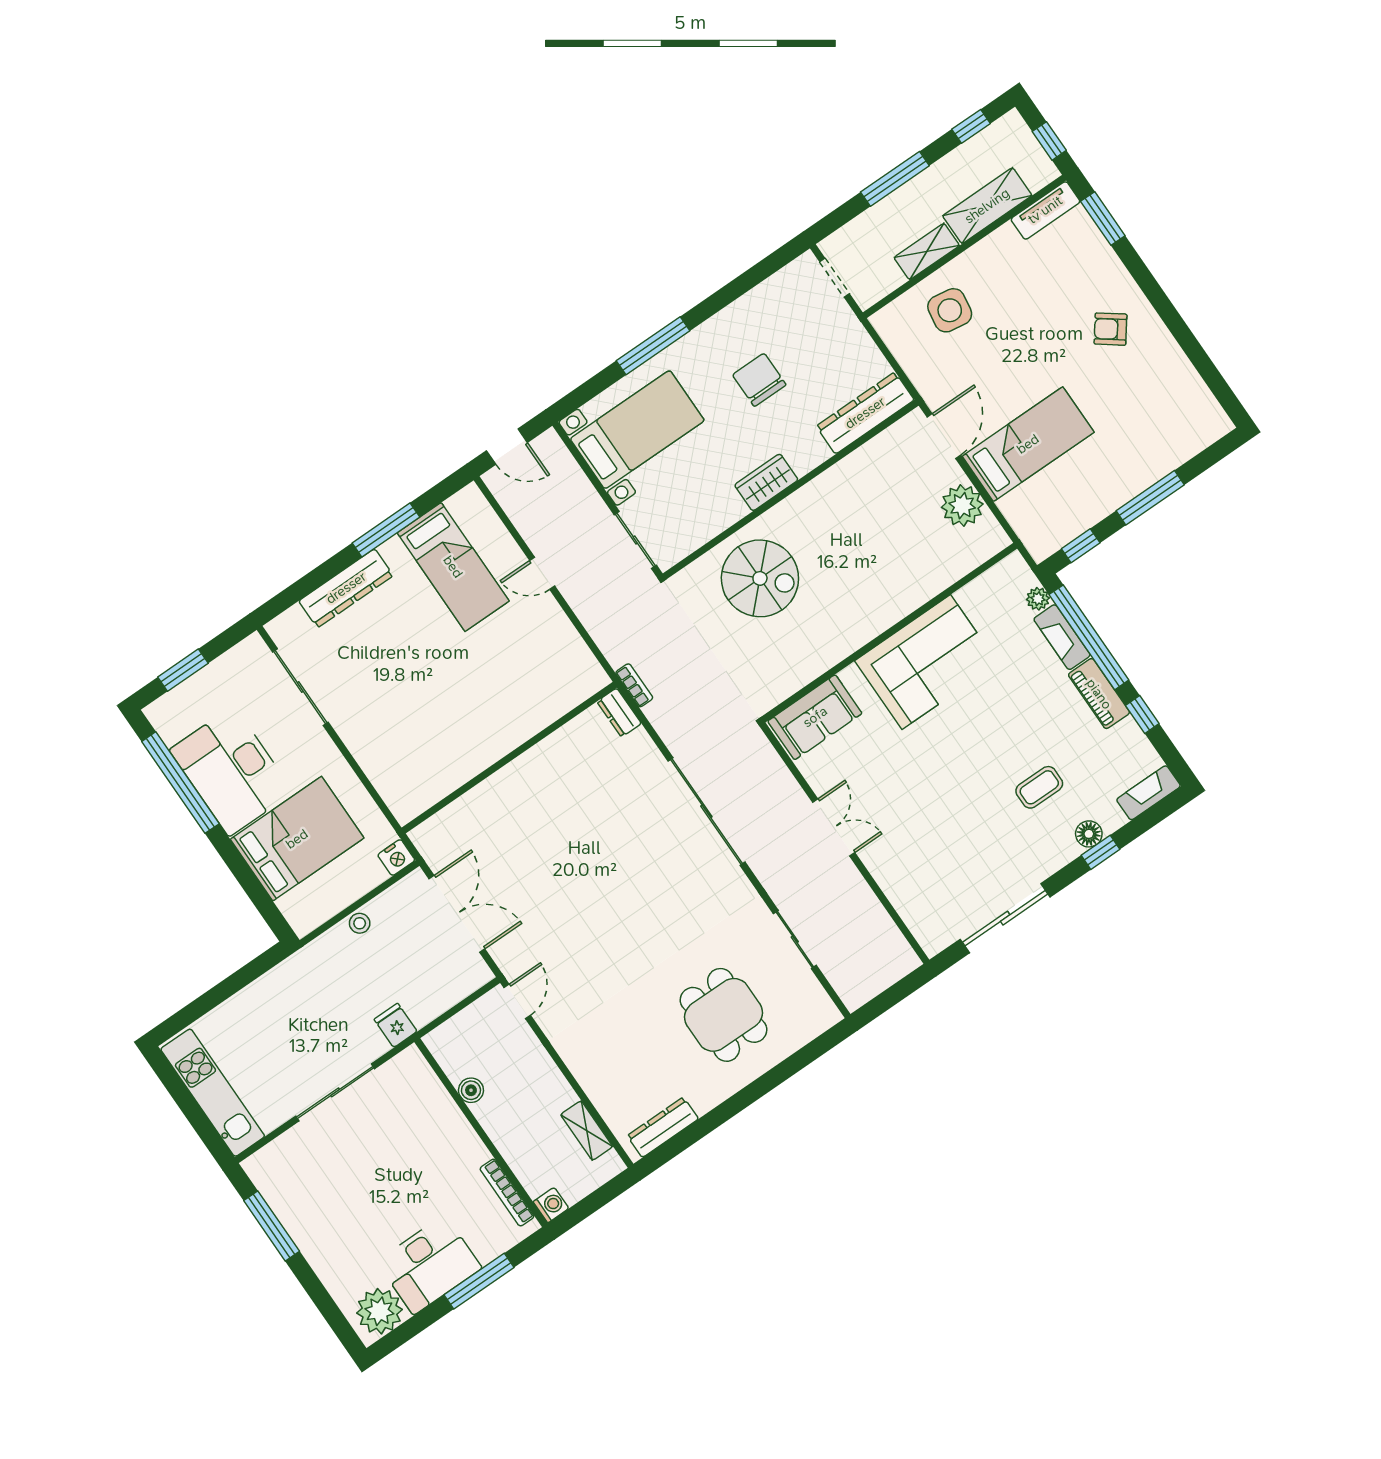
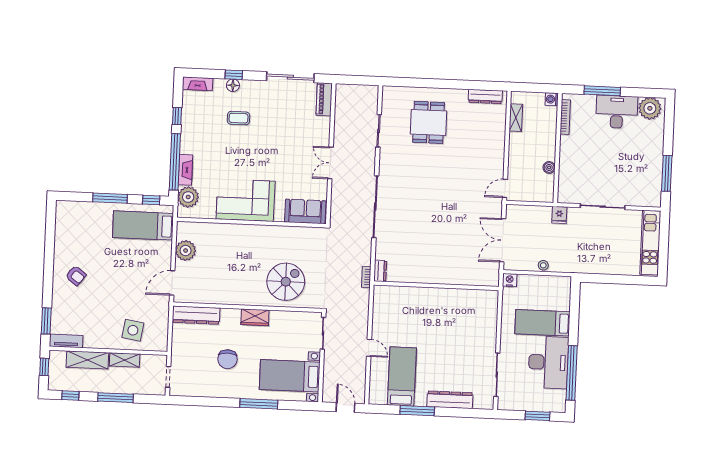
bed: (1028, 444) -> (143, 225), moved
spiral stairs: (760, 578) -> (286, 282), turned 90
plant: (1038, 599) -> (188, 197), width x1.88, depth x1.88
piano: (1099, 694) -> (324, 99), moved, turned 180
bed: (297, 839) -> (542, 323), width x0.67

